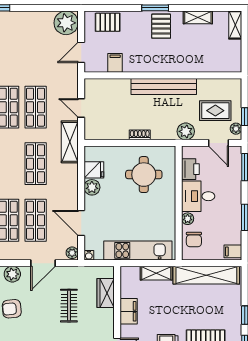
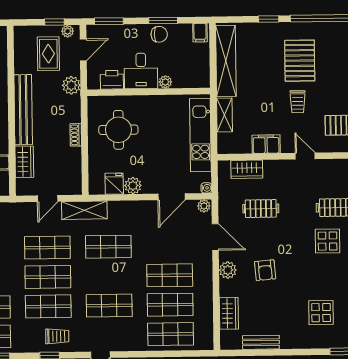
wardrobe: (115, 87) -> (24, 162), added
shop shelf: (36, 220) -> (169, 246), removed
chair: (194, 239) -> (159, 34), moved

